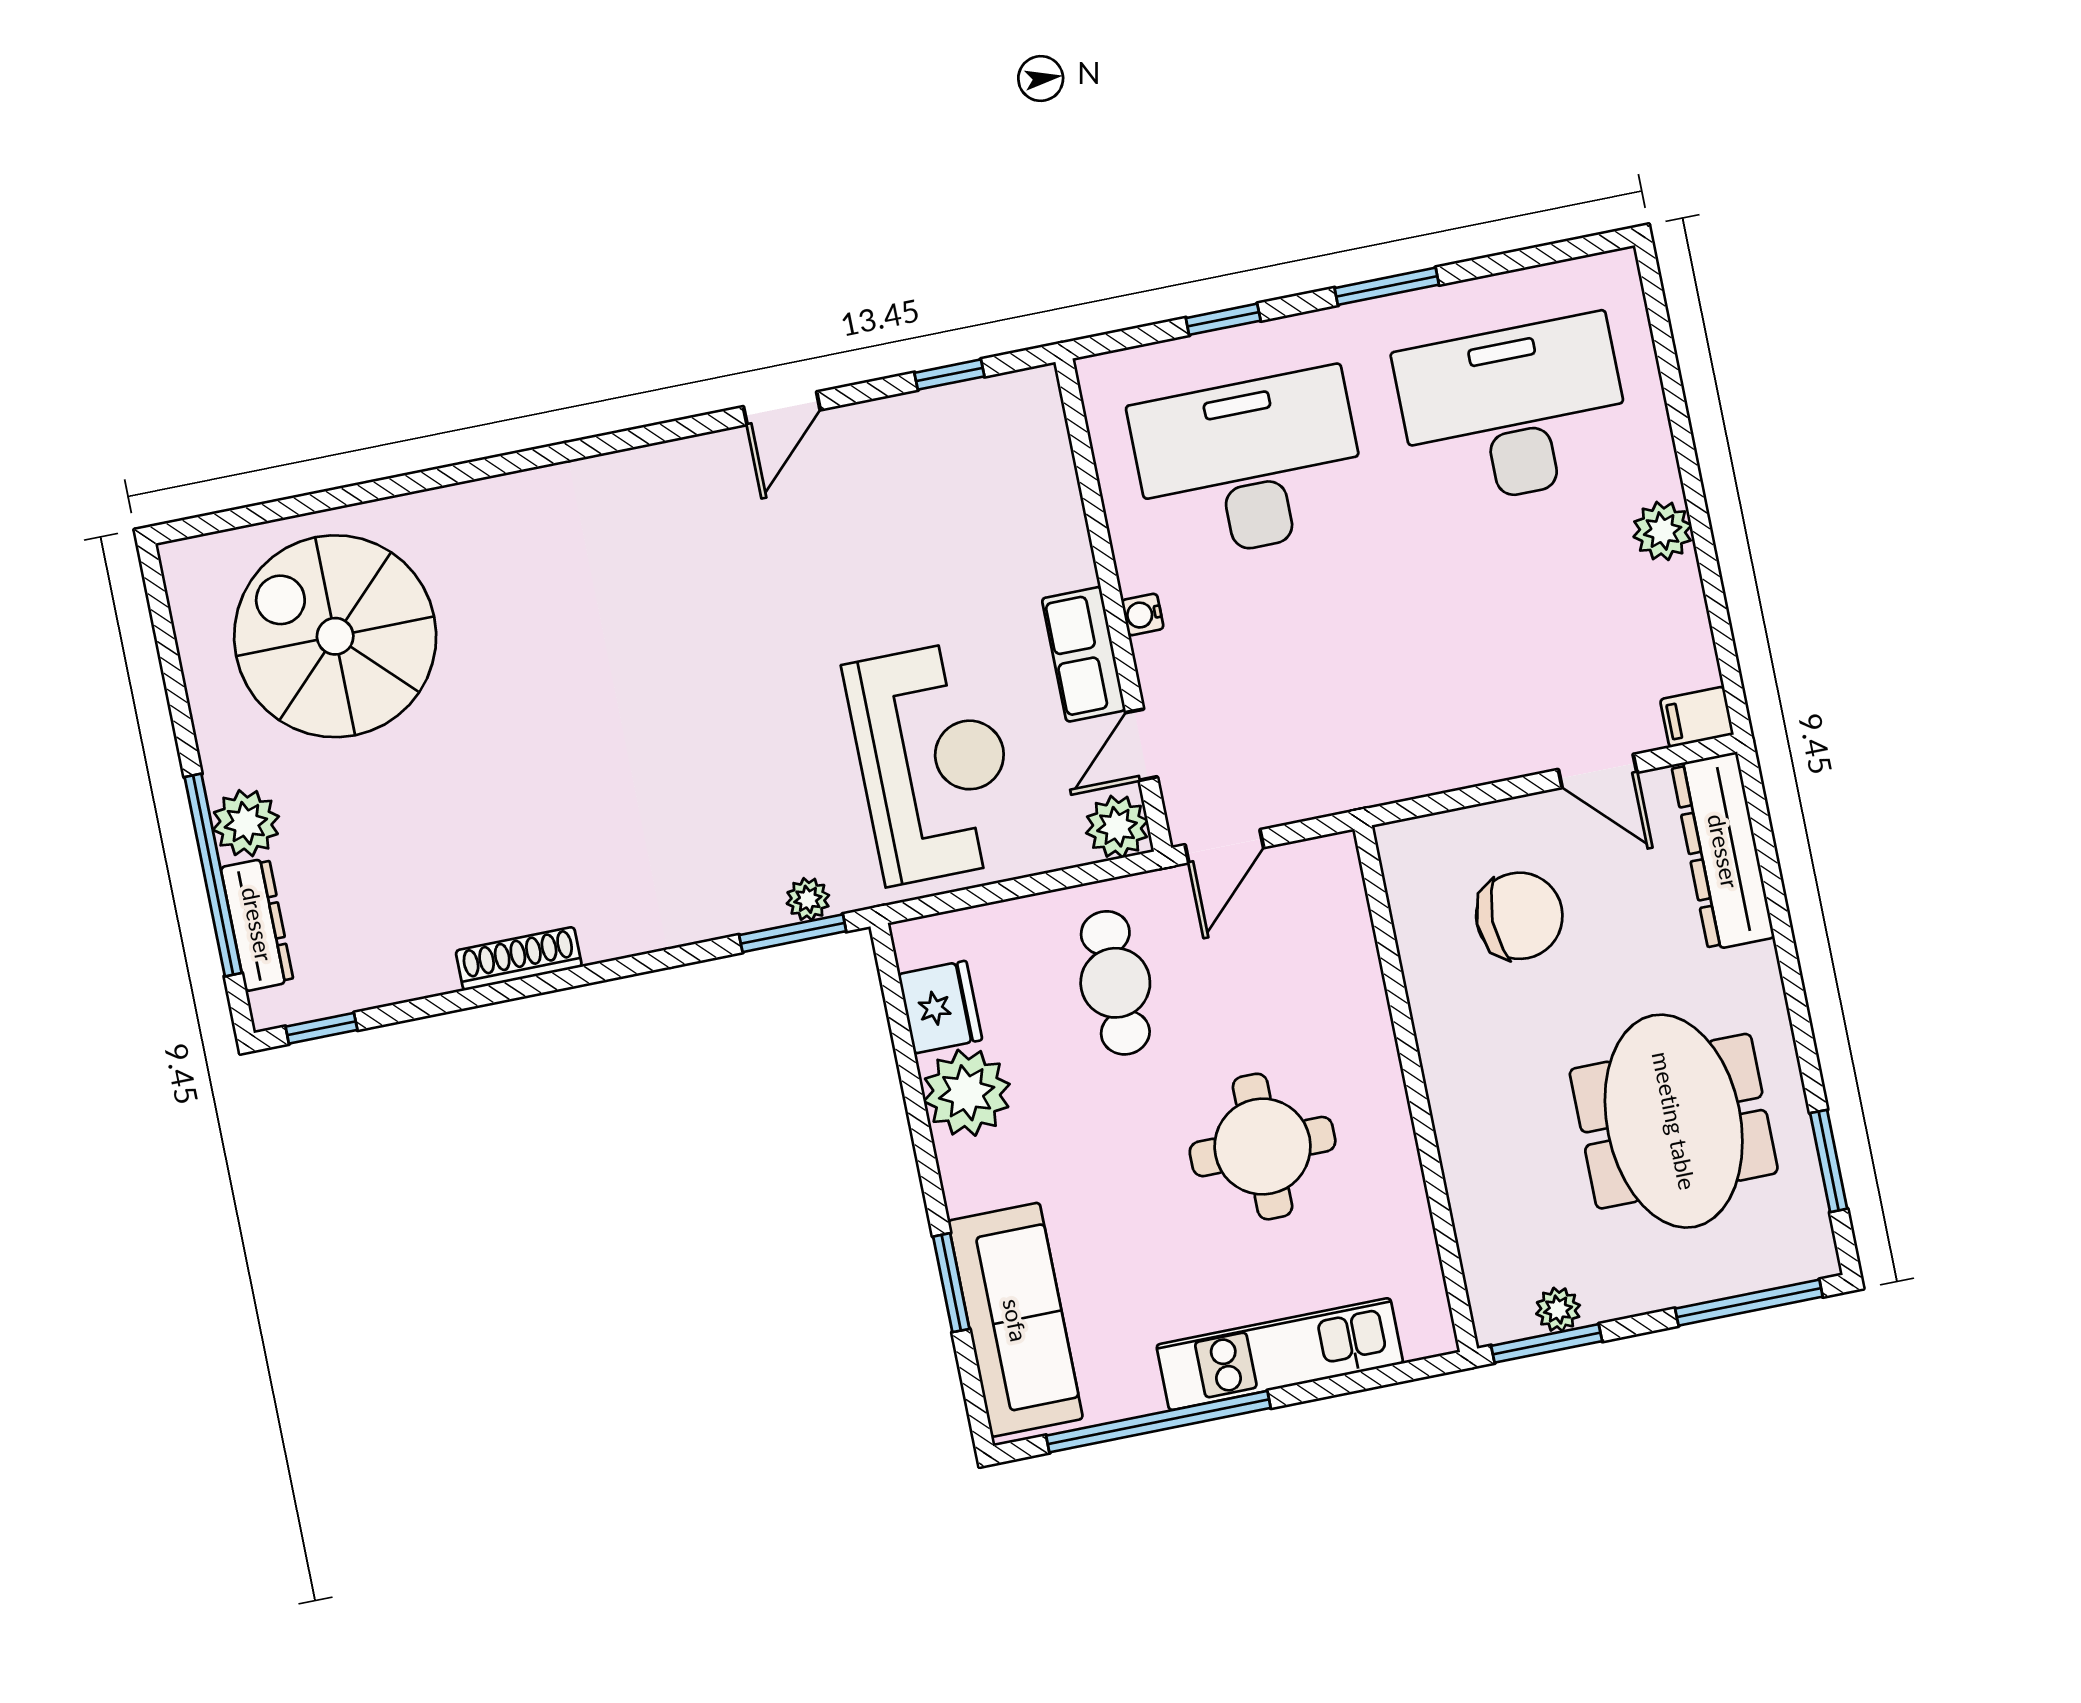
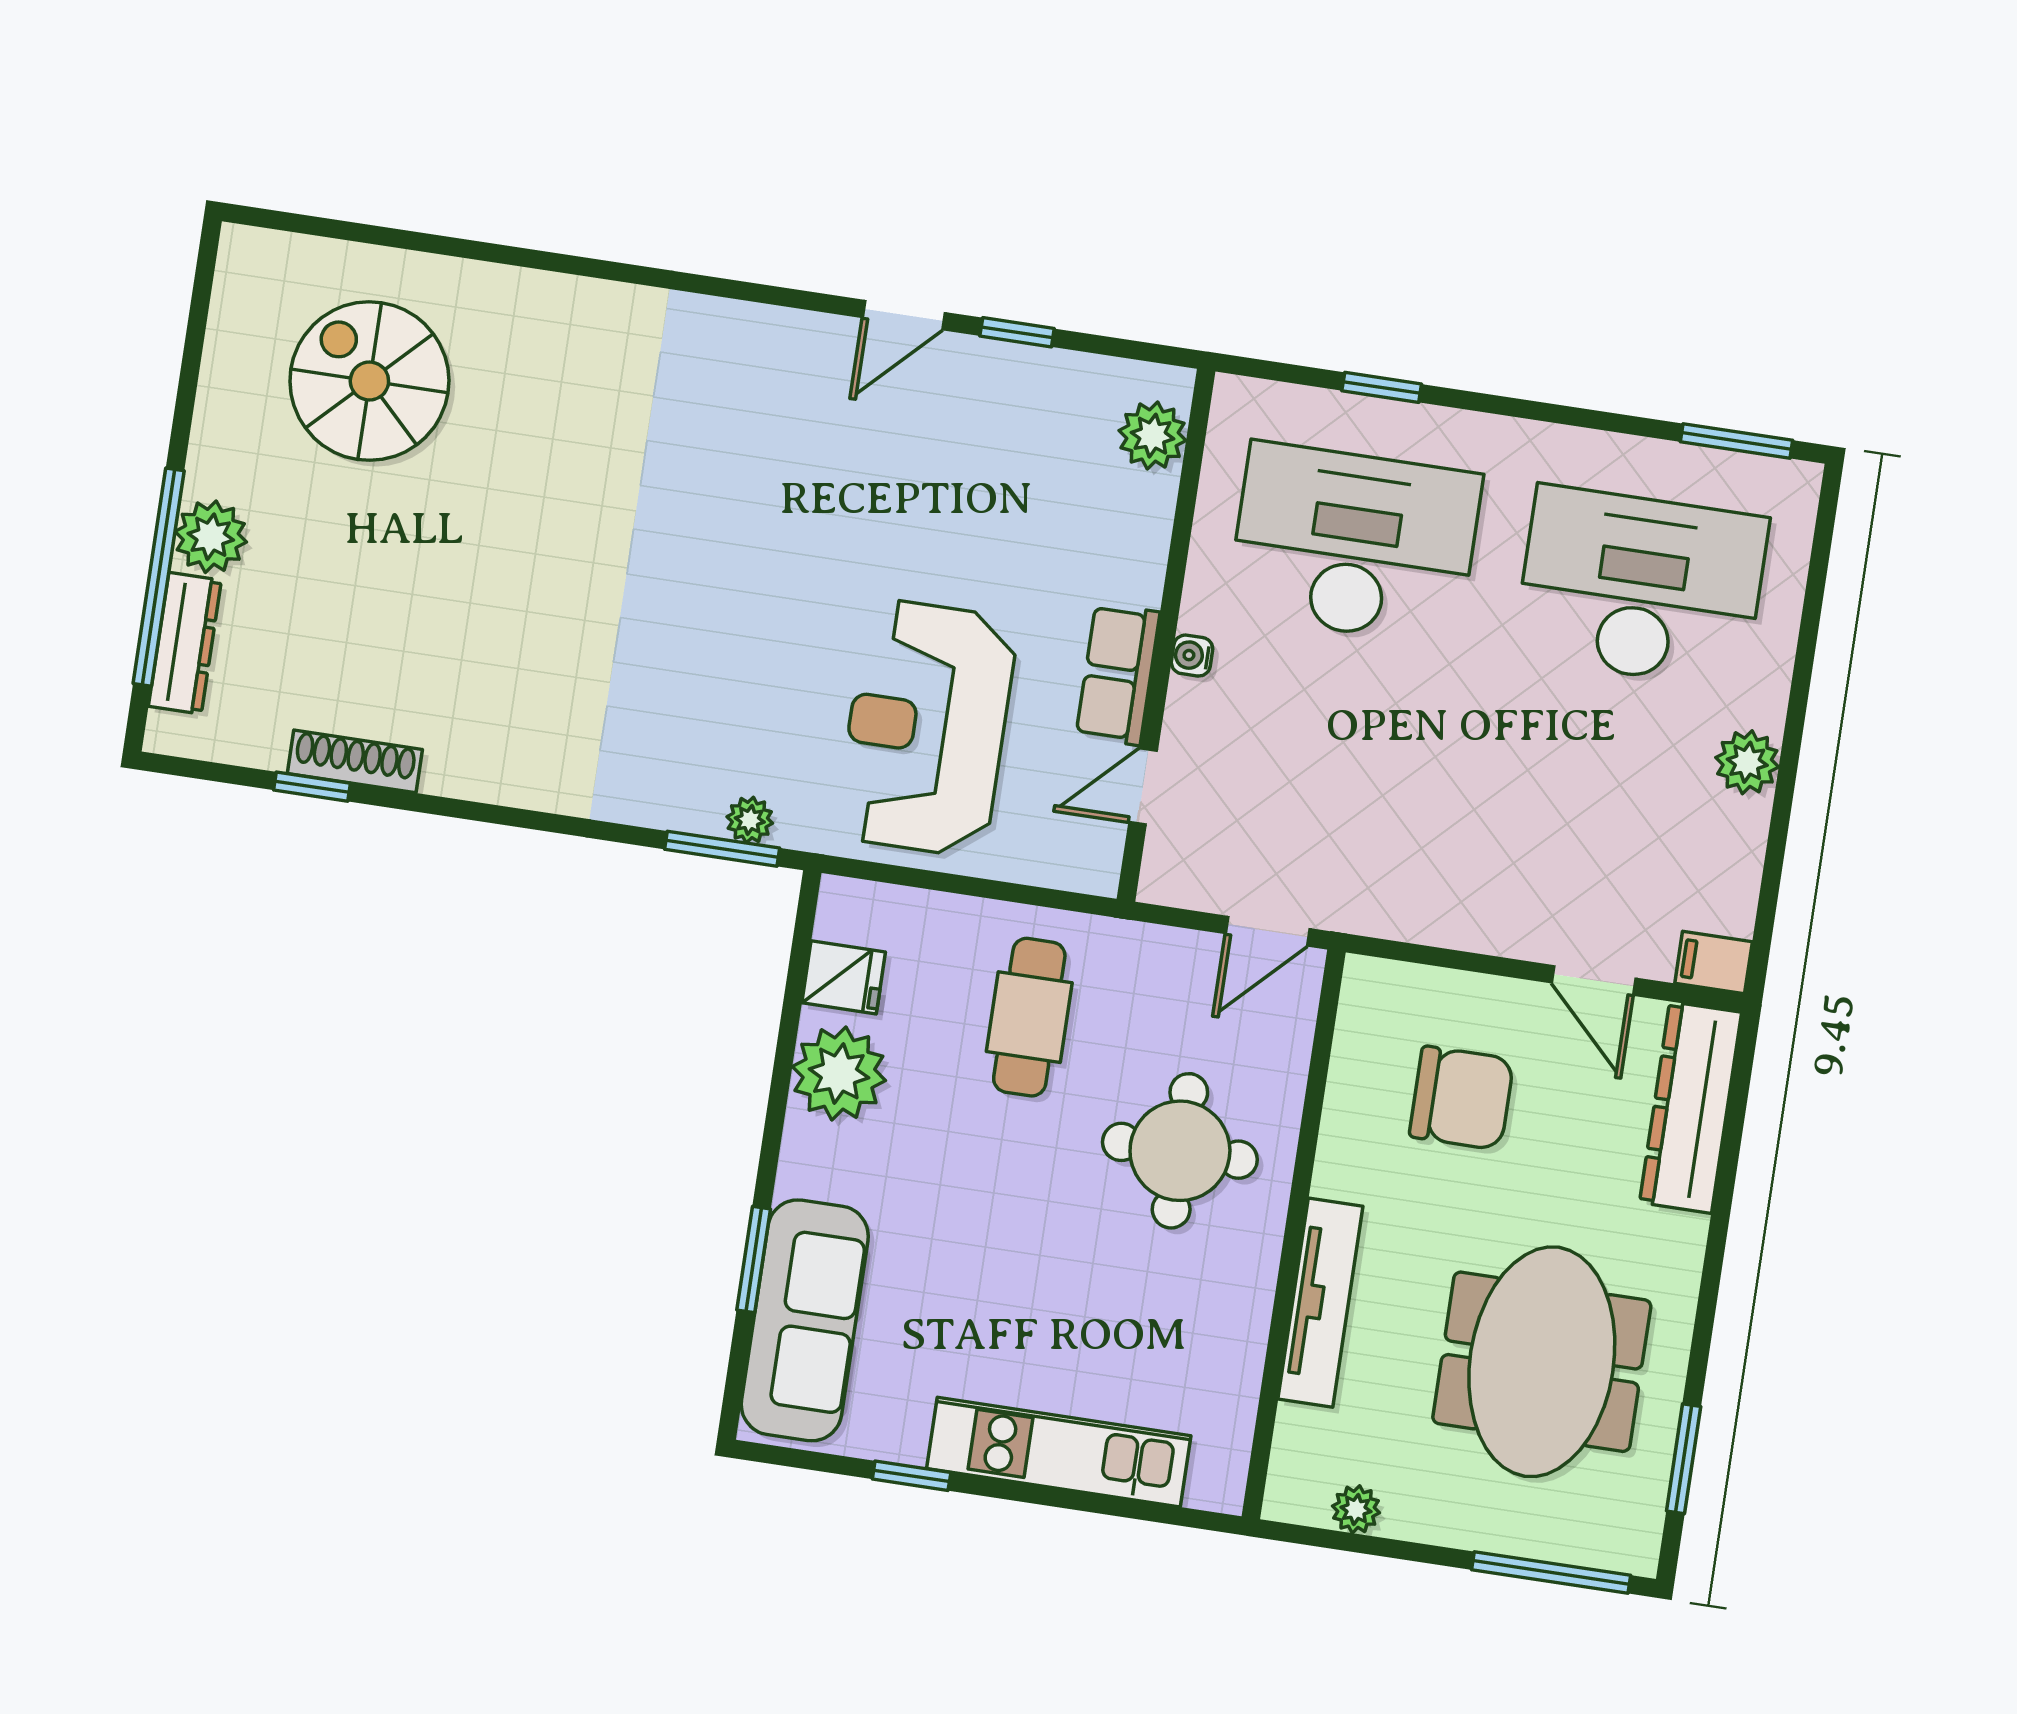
window: (1387, 286) -> (1736, 441), moved
window: (949, 375) -> (1017, 332), moved
spiral stairs: (335, 636) -> (369, 381), width x0.73, depth x0.73
reception desk: (933, 762) -> (926, 728), turned 180
plant: (1117, 827) -> (1153, 436), moved
door: (1224, 846) -> (1268, 931), moved
shoe rack: (519, 959) -> (355, 761), moved
fridge: (940, 1007) -> (844, 977), width x0.72
window: (321, 1028) -> (312, 787), moved
tv unit: (1461, 1140) -> (1320, 1303), added
round table: (1263, 1147) -> (1180, 1151), moved
window: (1547, 1343) -> (1332, 1539), removed
window: (1158, 1422) -> (912, 1476), width x0.32

